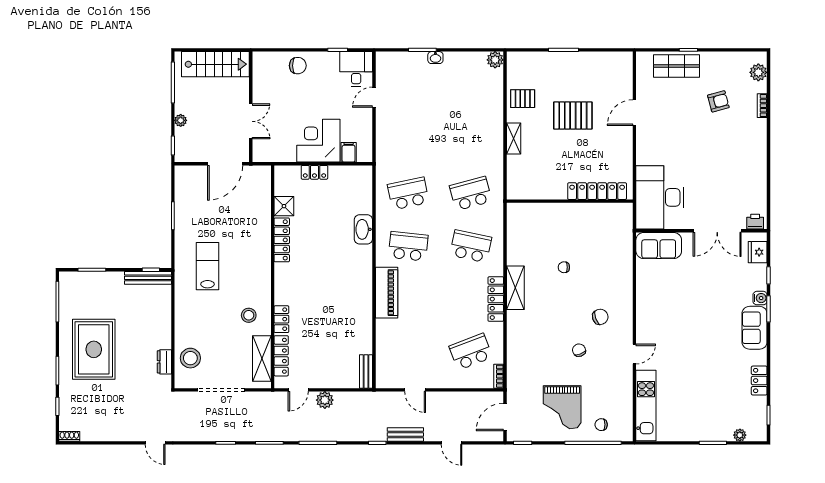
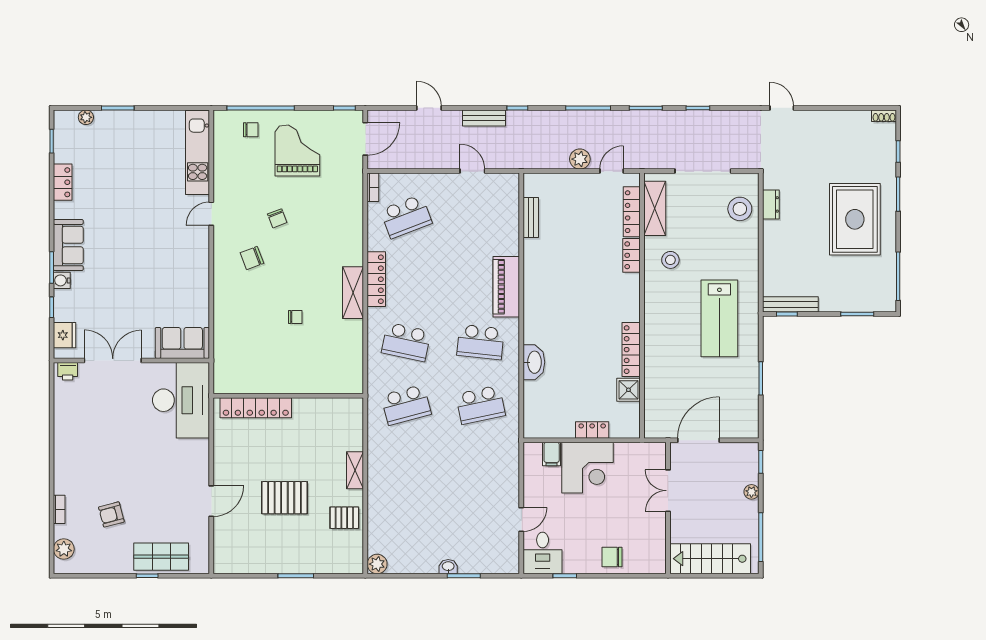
lab bench: (208, 266) -> (719, 318), width x1.36, depth x1.39
bench: (366, 371) -> (531, 218), moved

